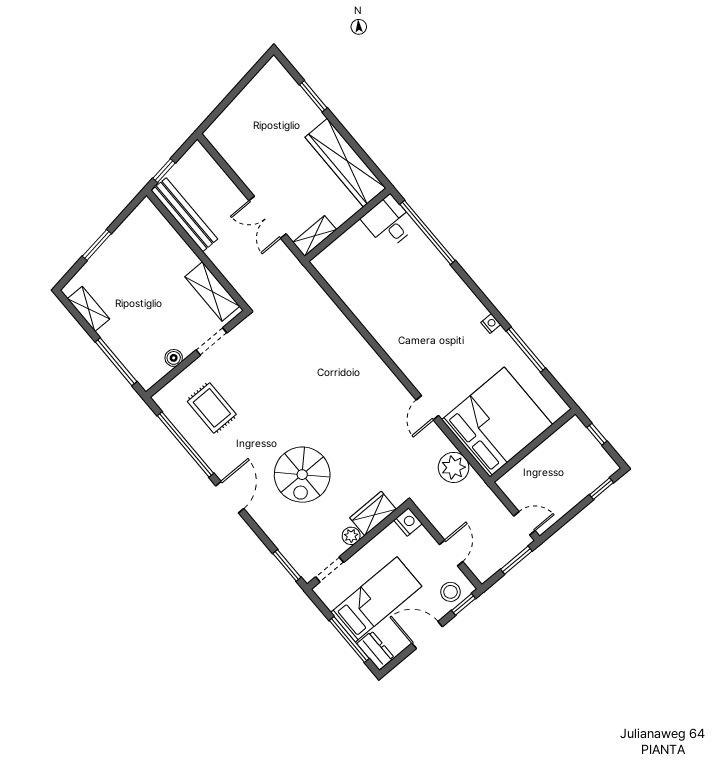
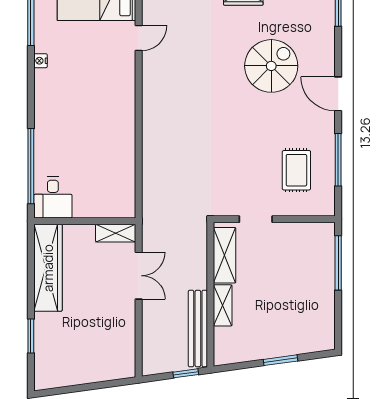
shelving: (89, 309) -> (223, 305), moved
boiler: (174, 358) -> (294, 230), removed
window: (185, 444) -> (338, 160), width x0.68
door: (230, 497) -> (338, 94), hinge flipped

